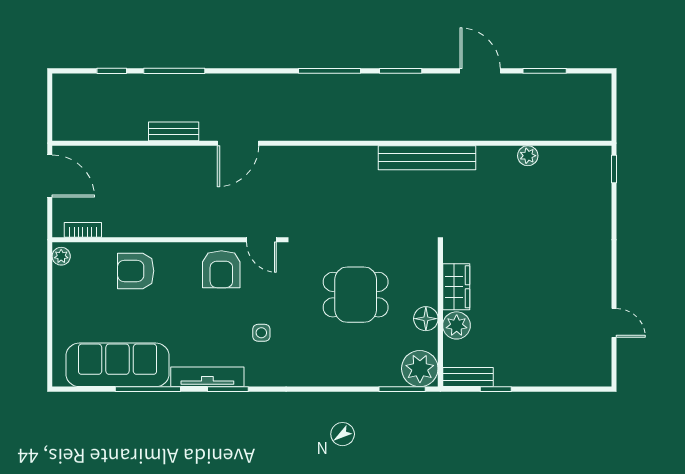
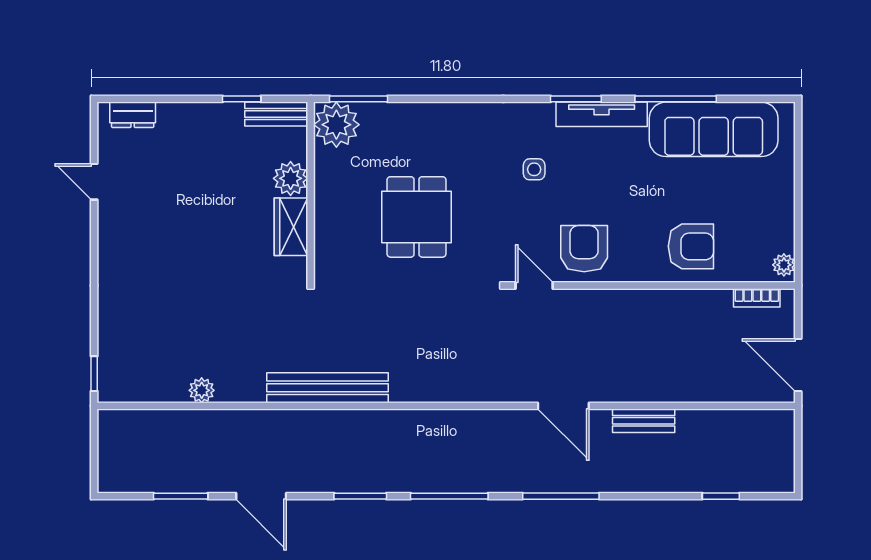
window: (174, 71) -> (561, 496), moved
door: (238, 143) -> (563, 406), swing flipped
dining table: (356, 295) -> (416, 217), turned 90
floor lamp: (426, 319) -> (329, 187), removed
dresser: (583, 376) -> (133, 115), added

